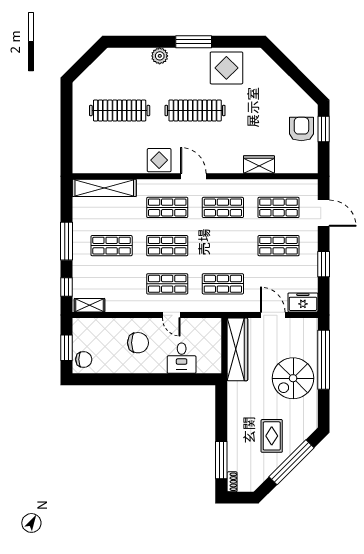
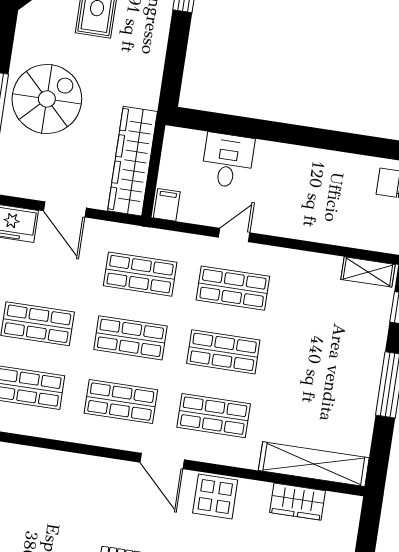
wardrobe: (259, 164) -> (298, 502), moved
shop shelf: (112, 246) -> (130, 338), moved
door: (171, 315) -> (234, 235), hinge flipped
filing cabinet: (213, 327) -> (167, 205), added
chair: (138, 343) -> (297, 197), removed

